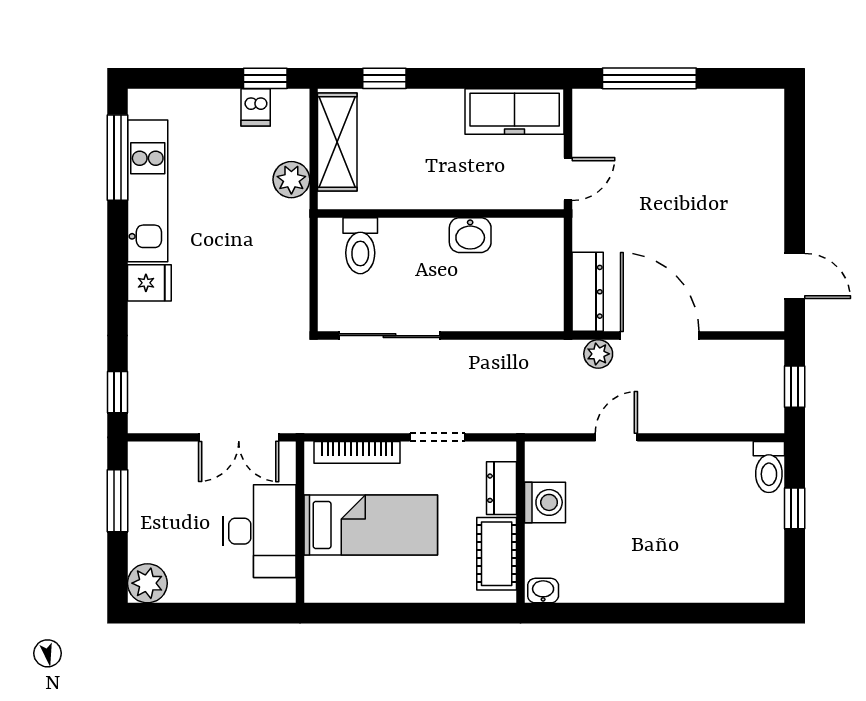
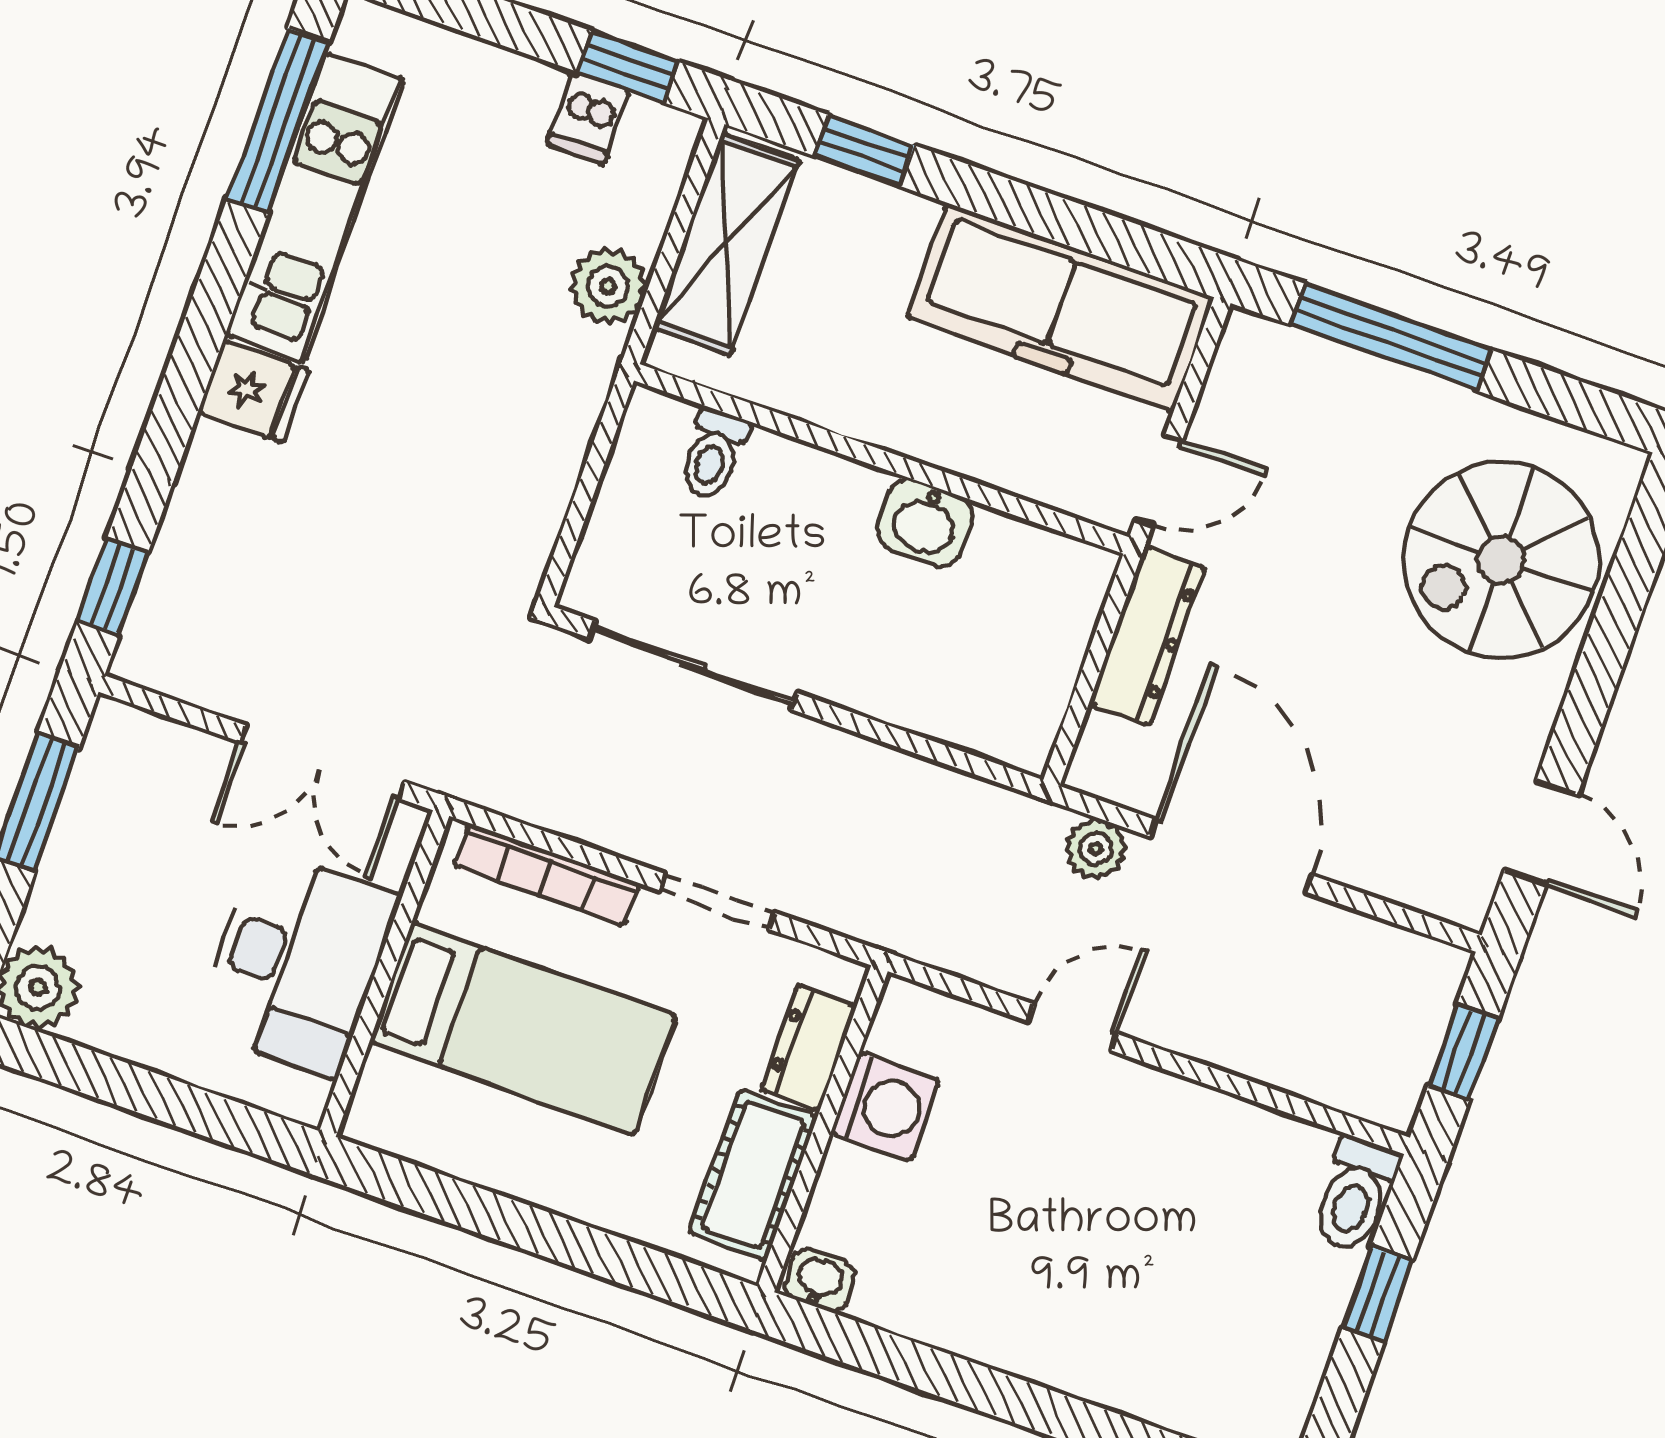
freezer: (515, 112) -> (1060, 307), width x1.36, depth x1.26
spiral stairs: (734, 161) -> (1501, 560), added
toilet: (360, 246) -> (713, 454), width x0.73, depth x0.72
dresser: (588, 292) -> (1147, 636), moved

